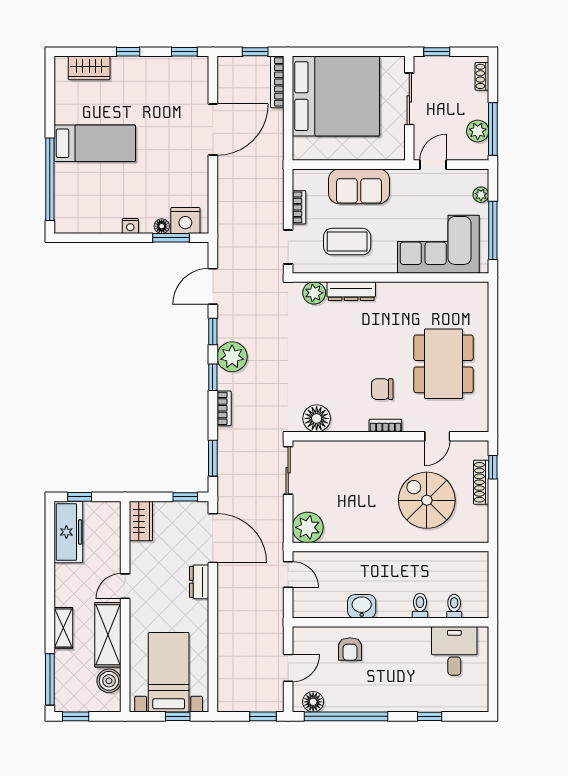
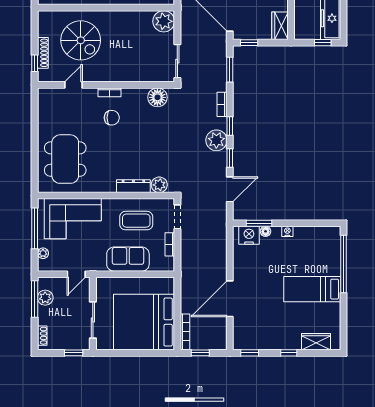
dining table: (443, 364) -> (65, 159), moved

